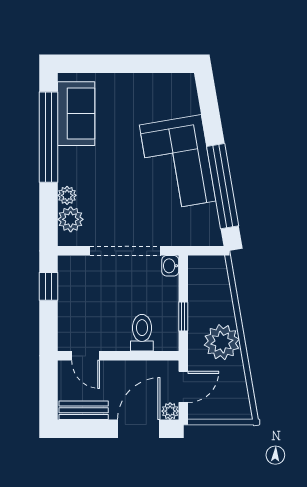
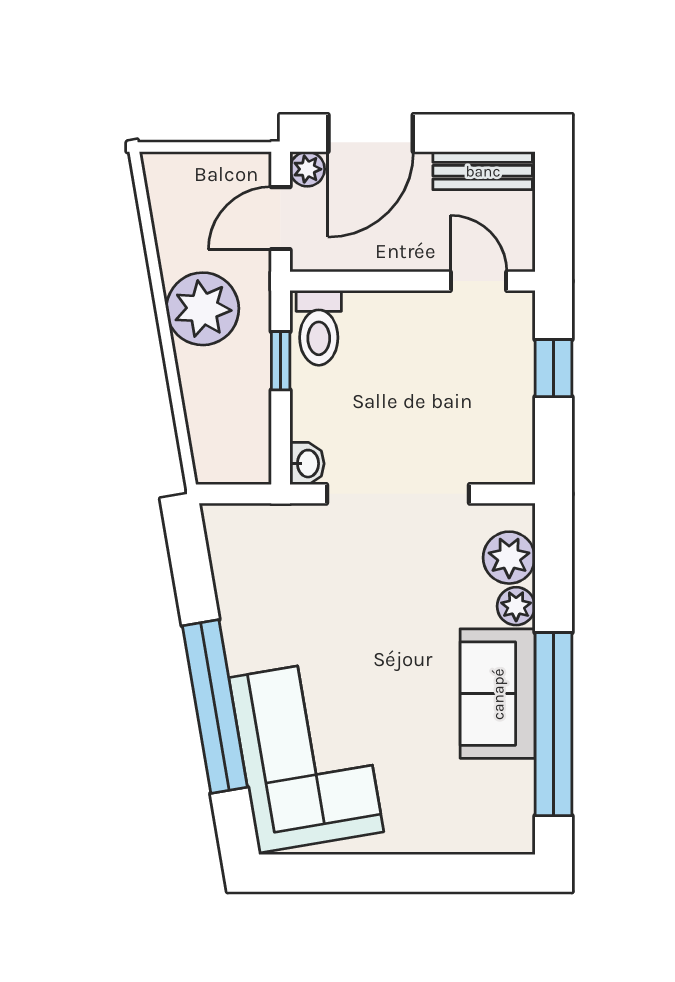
sofa: (76, 114) -> (498, 694), moved
corner sofa: (178, 163) -> (306, 755), moved
window: (223, 186) -> (215, 706), moved
window: (49, 286) -> (553, 368), moved
toilet: (142, 333) -> (319, 328), moved

